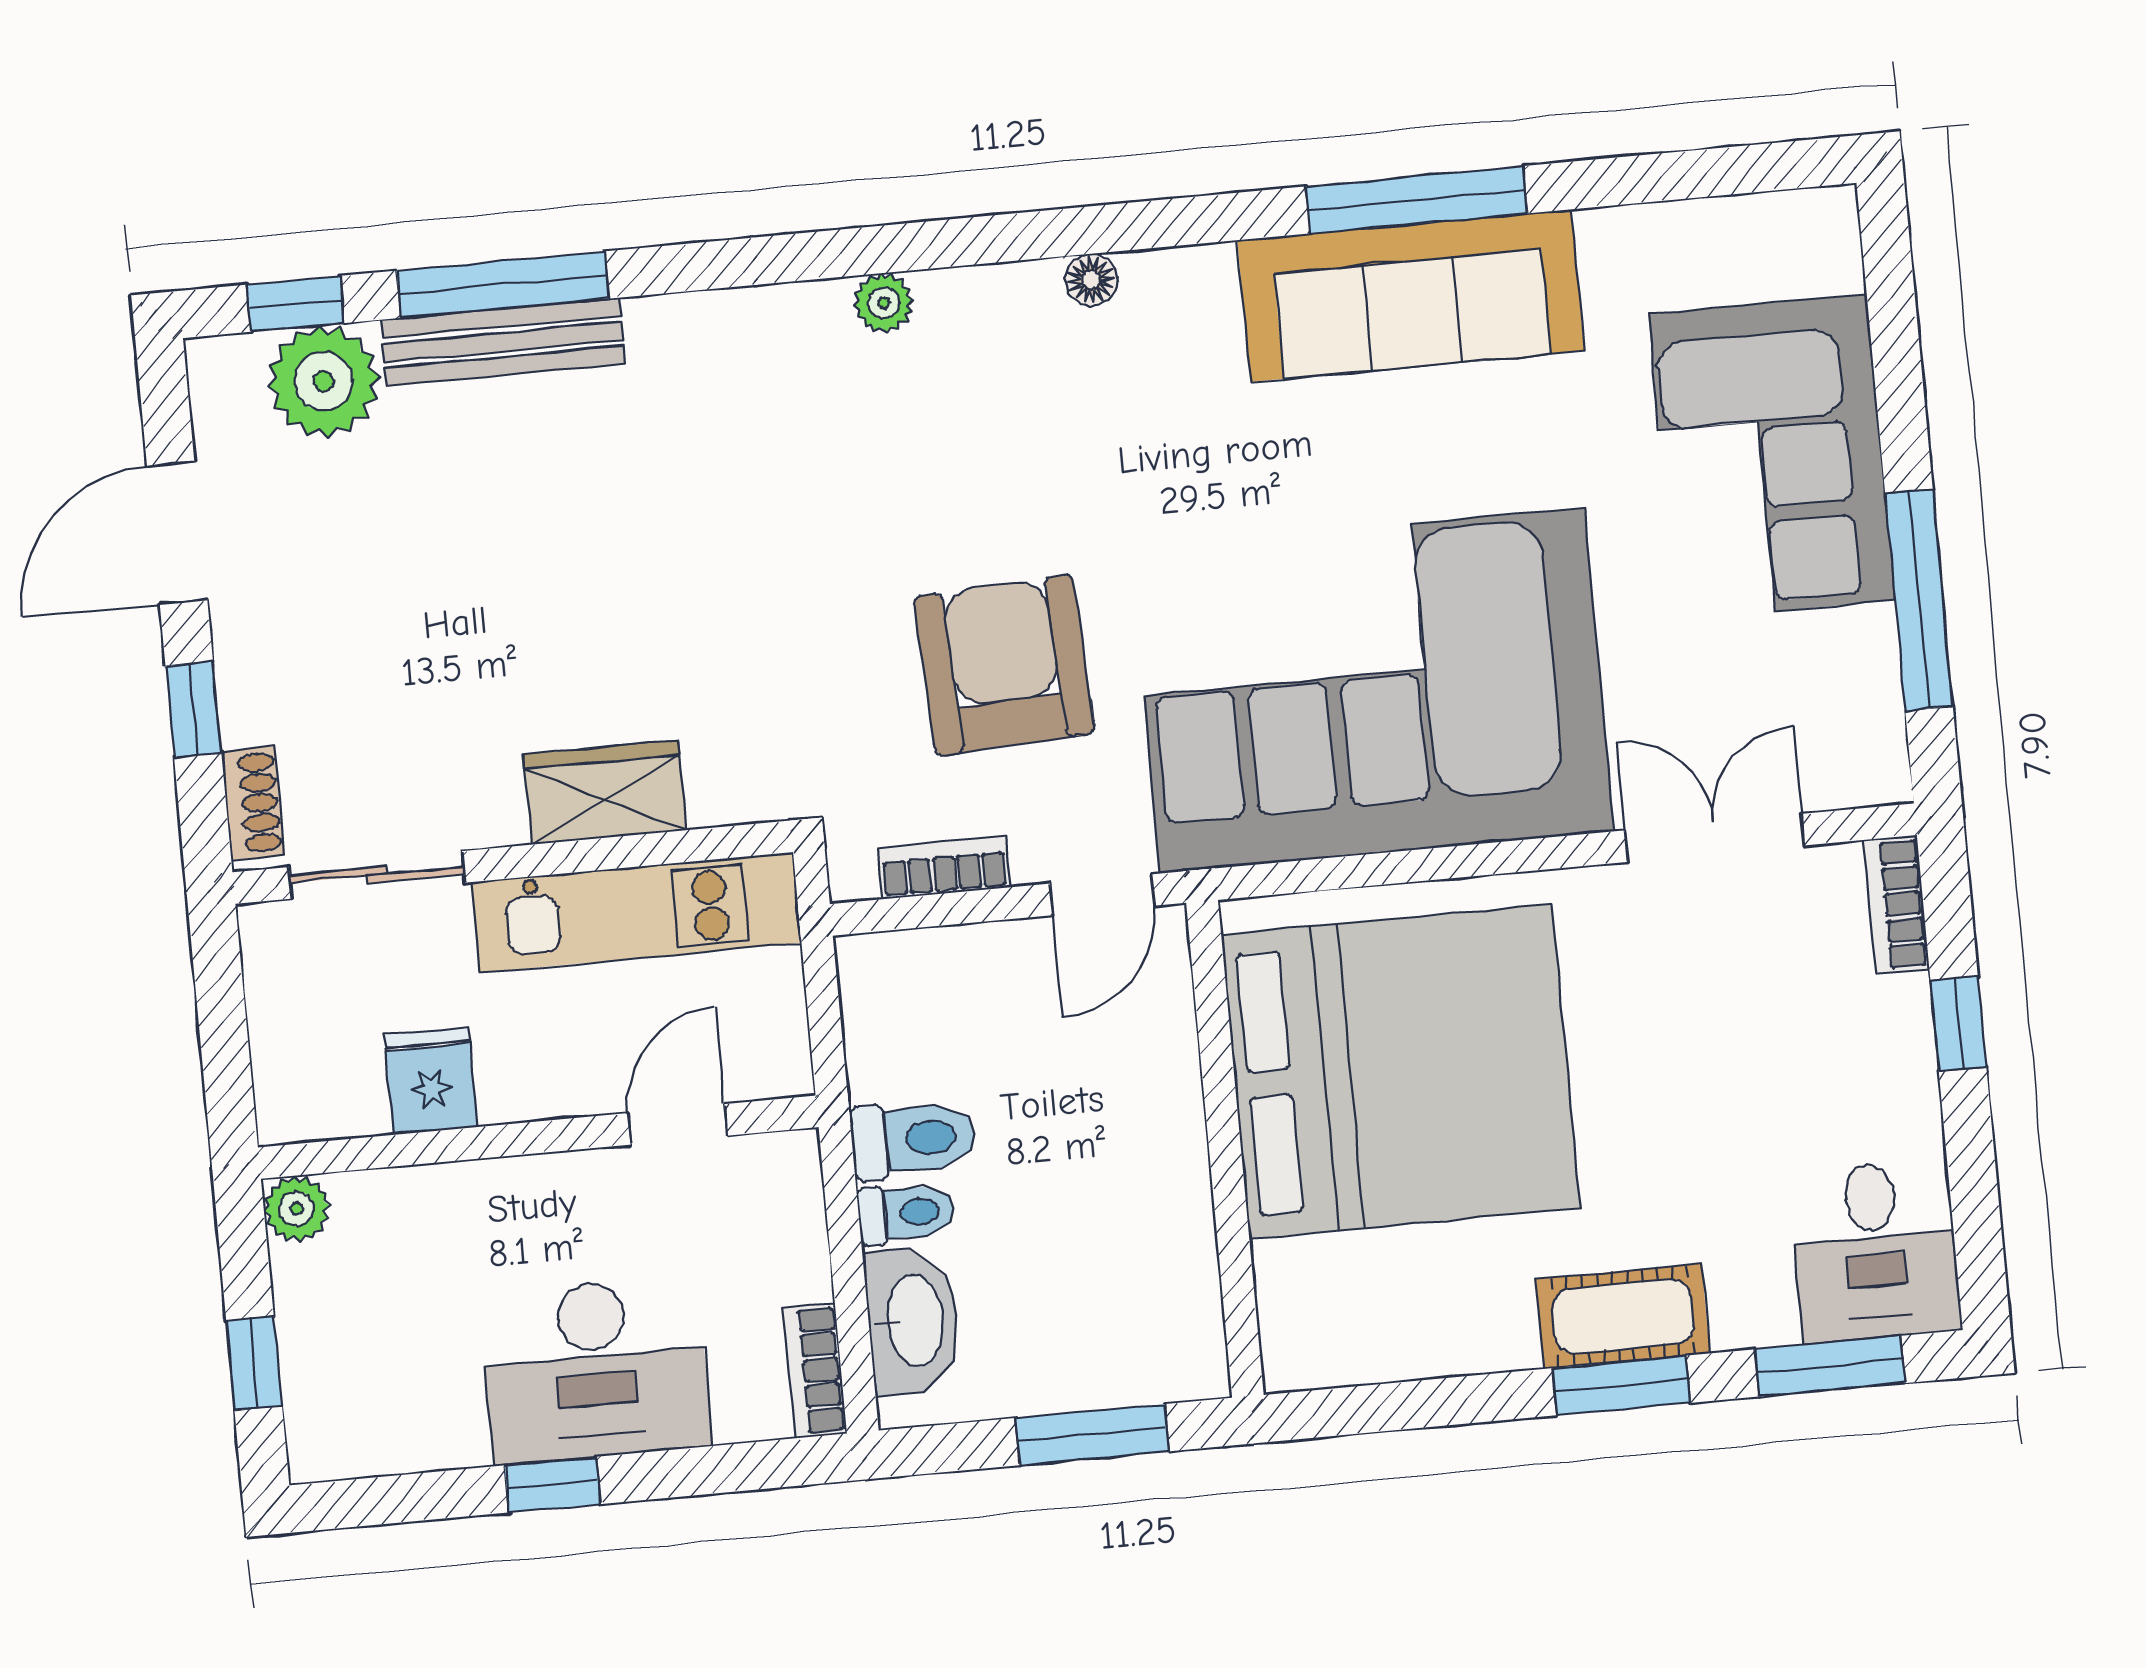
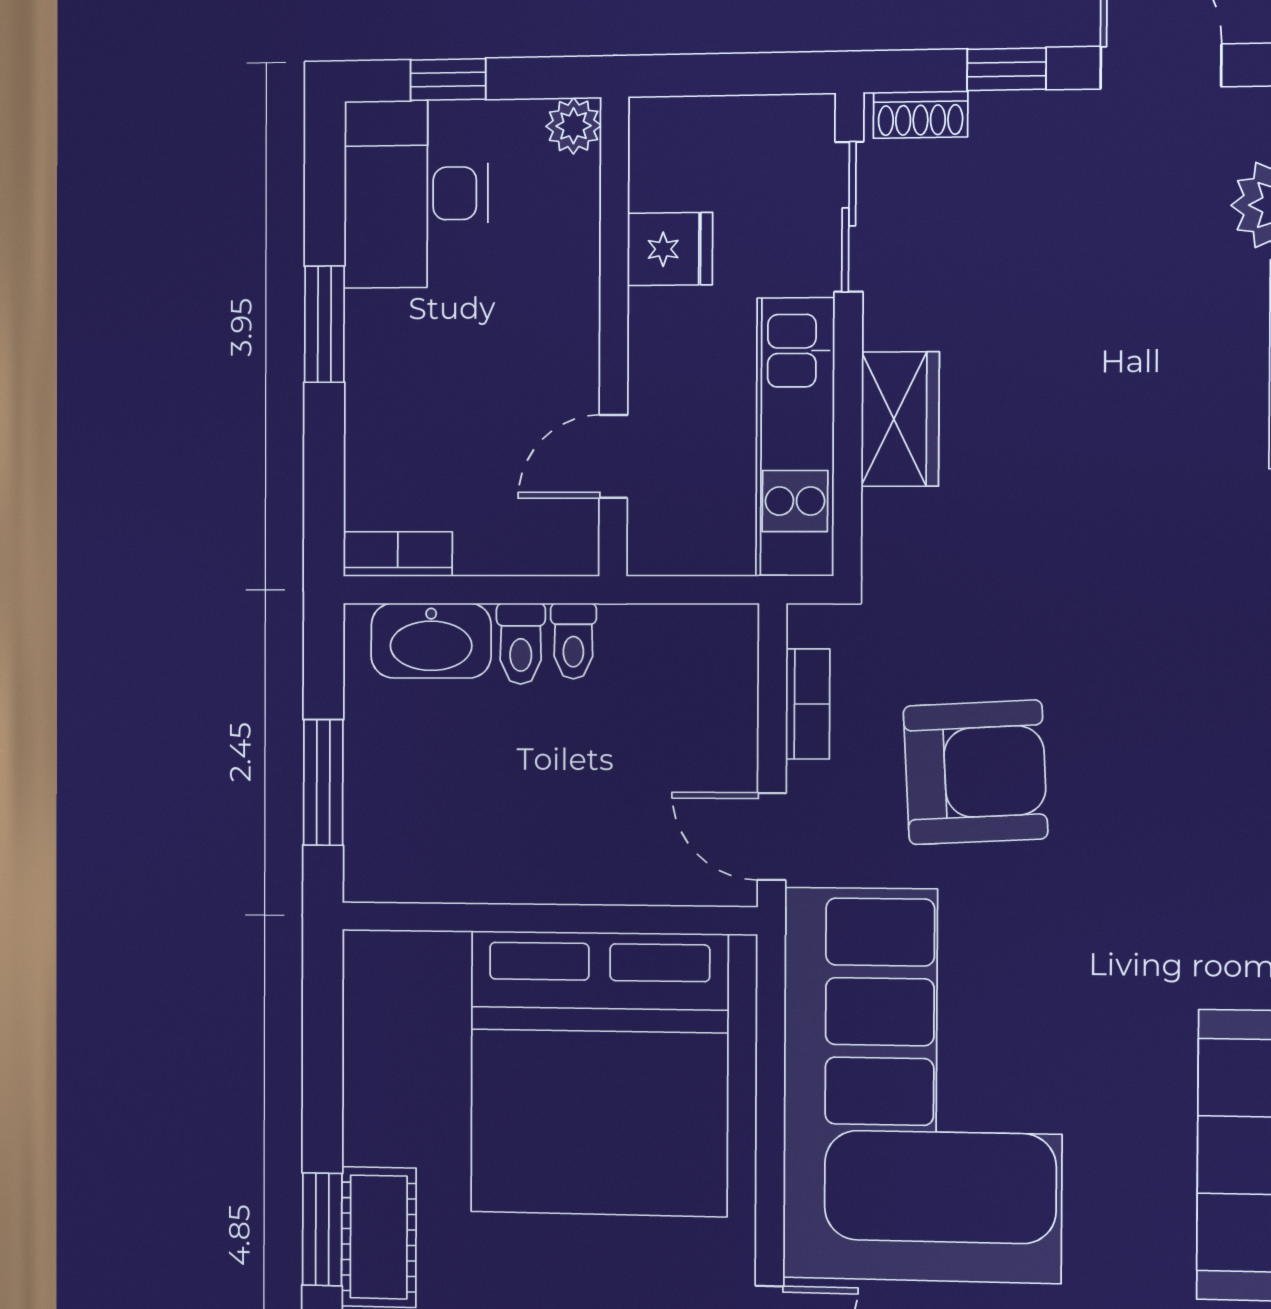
door: (677, 1124) -> (613, 456), swing flipped
toilet: (913, 1139) -> (573, 641), width x0.73, depth x0.72
desk: (596, 1370) -> (416, 194), moved
window: (552, 1485) -> (324, 324), width x1.50

